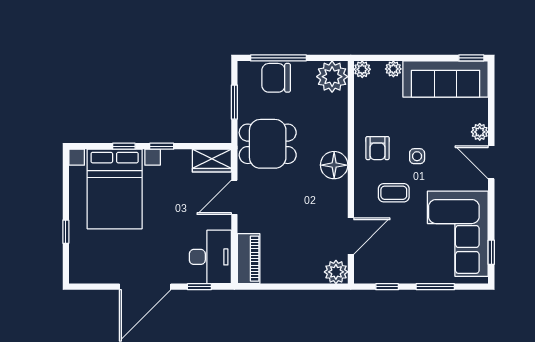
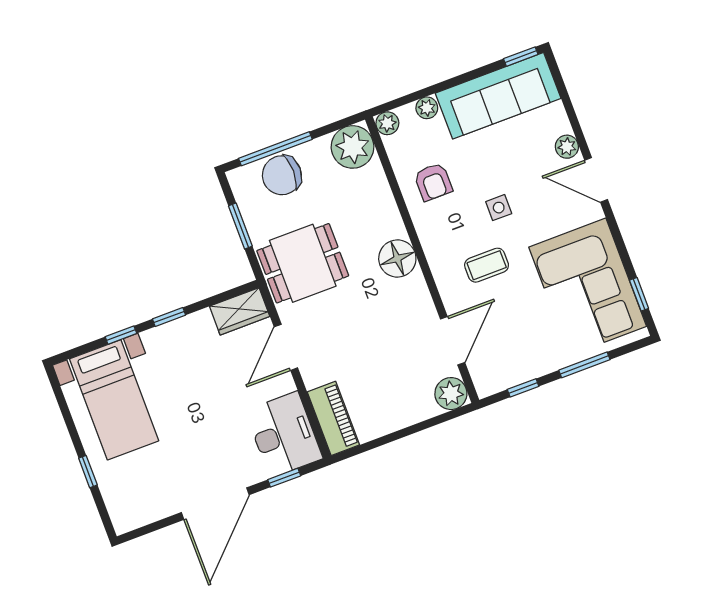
armchair: (378, 148) -> (433, 182), moved
bed with nightstands: (115, 189) -> (114, 400), width x0.73

